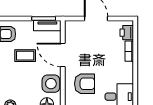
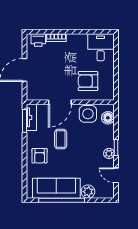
armchair: (85, 84) -> (88, 81), turned -90

